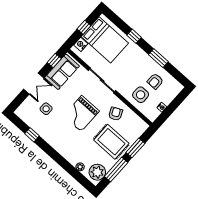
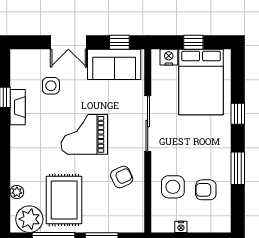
fireplace: (42, 132) -> (18, 107), added
rug: (111, 142) -> (64, 200), moved

